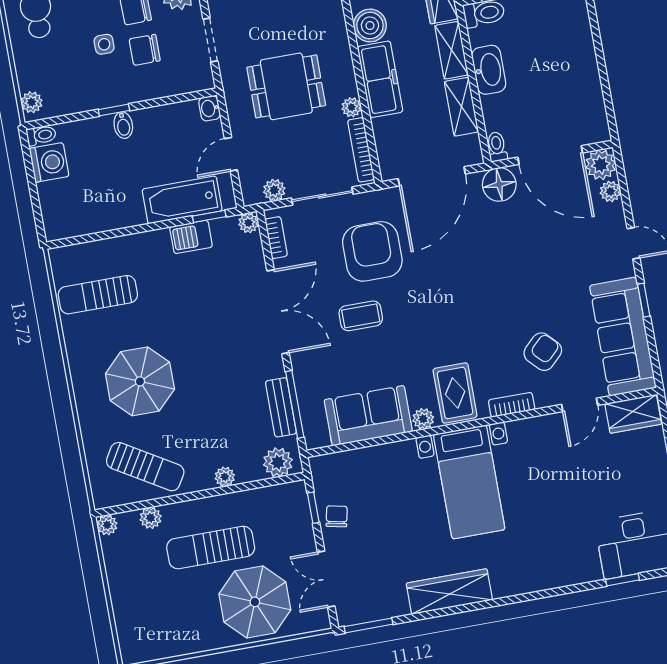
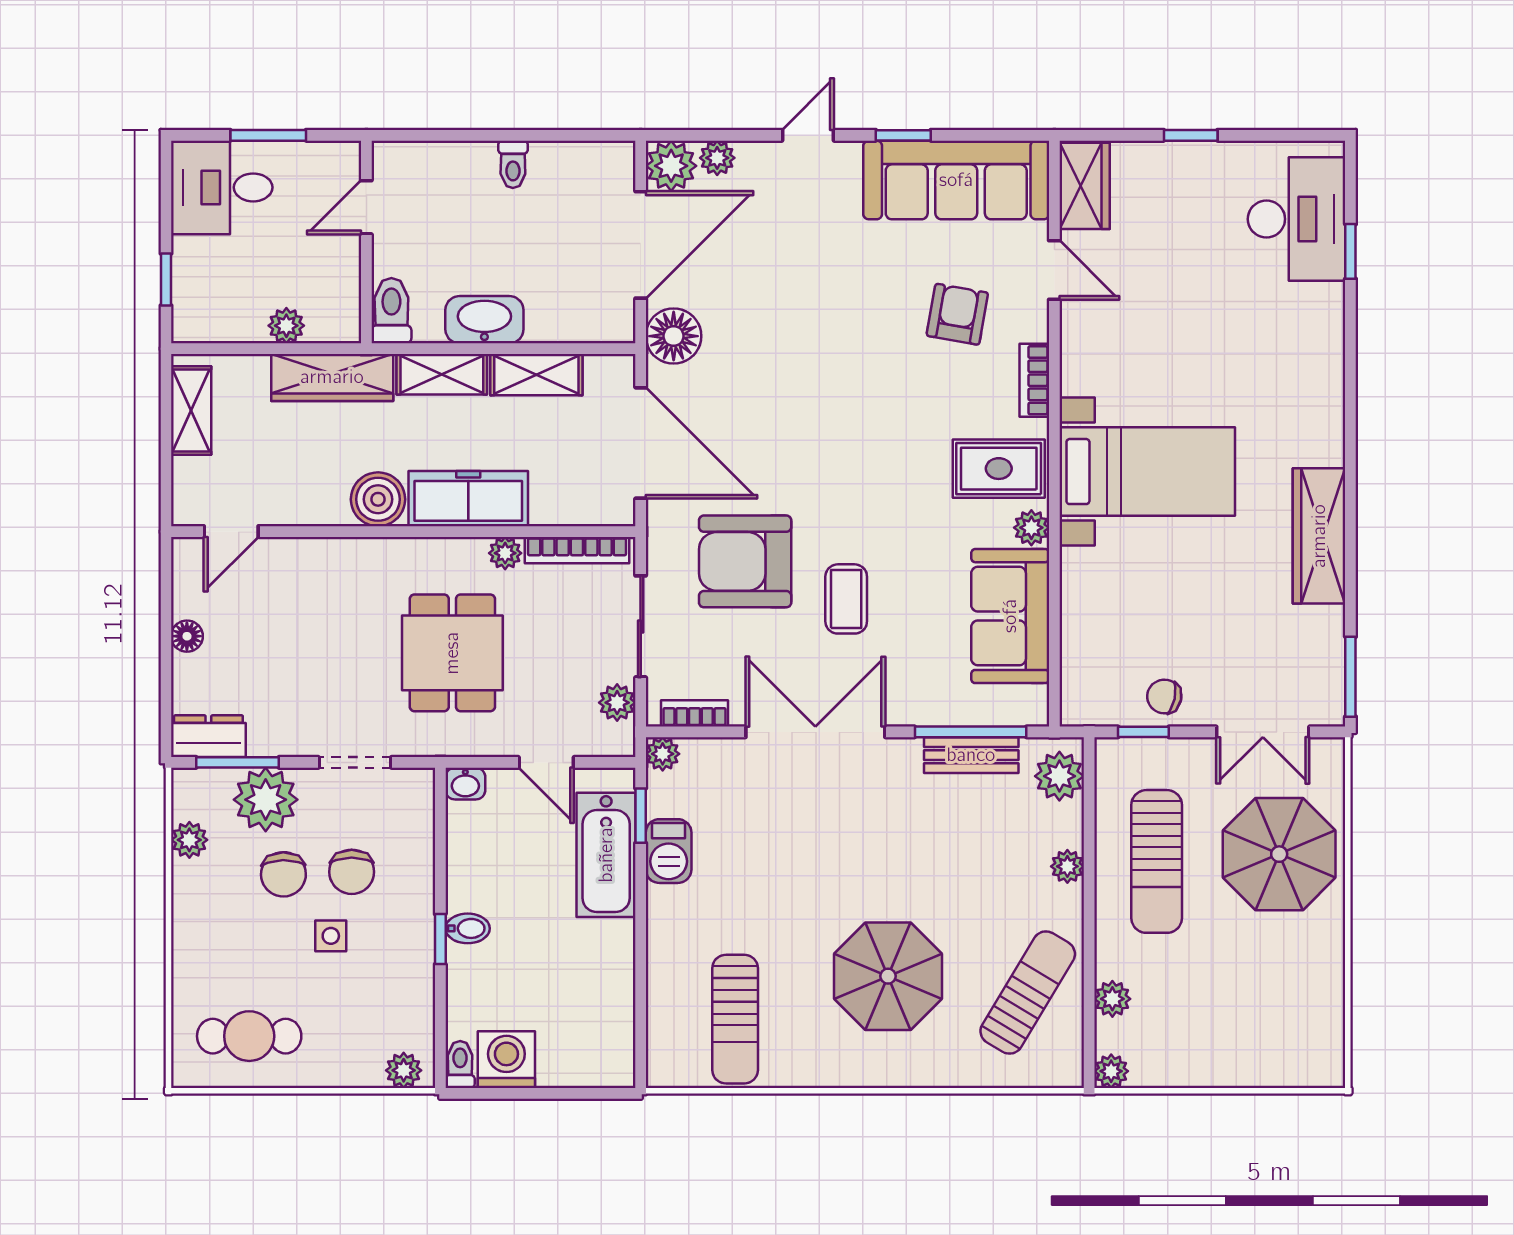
toilet: (497, 147) -> (513, 164), moved, turned -90
armchair: (543, 352) -> (957, 314), turned 54
sun lounger: (211, 548) -> (1157, 861), moved

